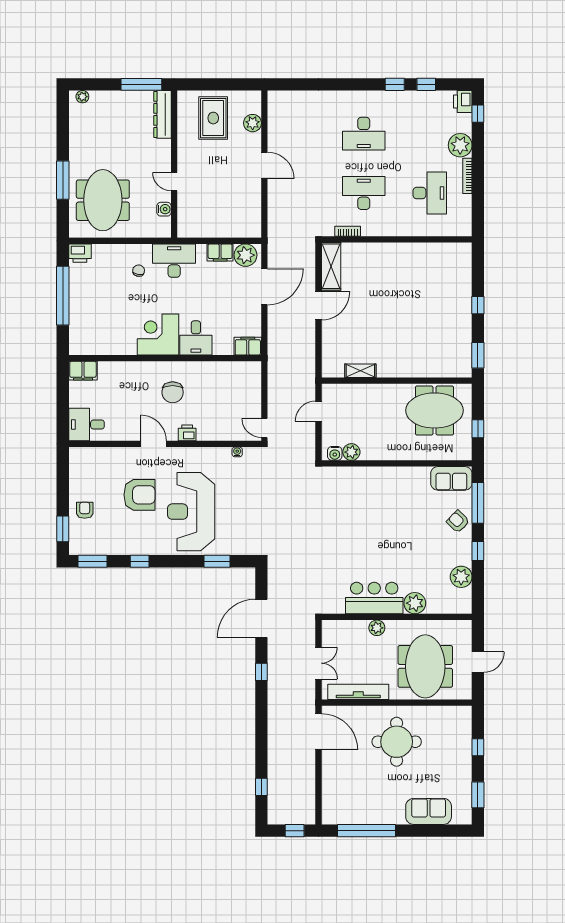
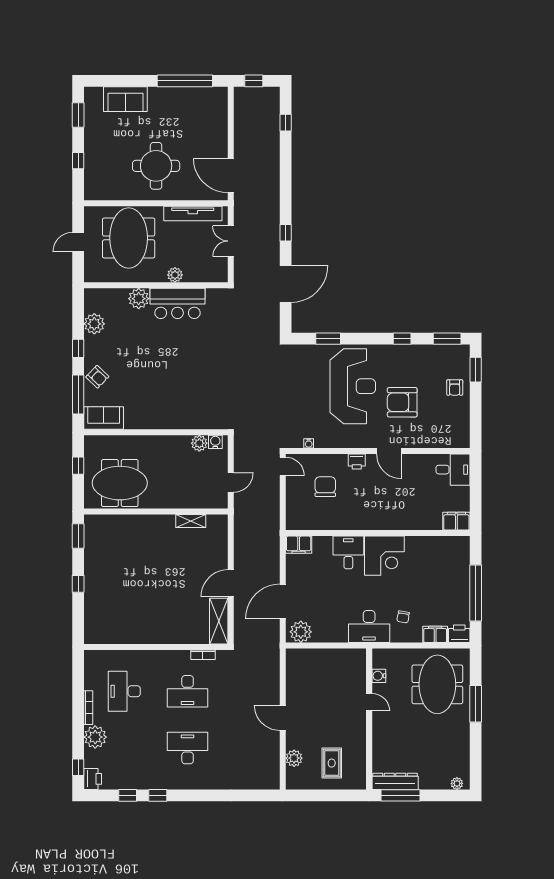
dresser: (162, 114) -> (395, 781), moved, turned -90
rug: (213, 118) -> (332, 763), width x0.73, depth x0.70
filing cabinet: (220, 252) -> (435, 634), moved
chair: (173, 392) -> (325, 487), moved

